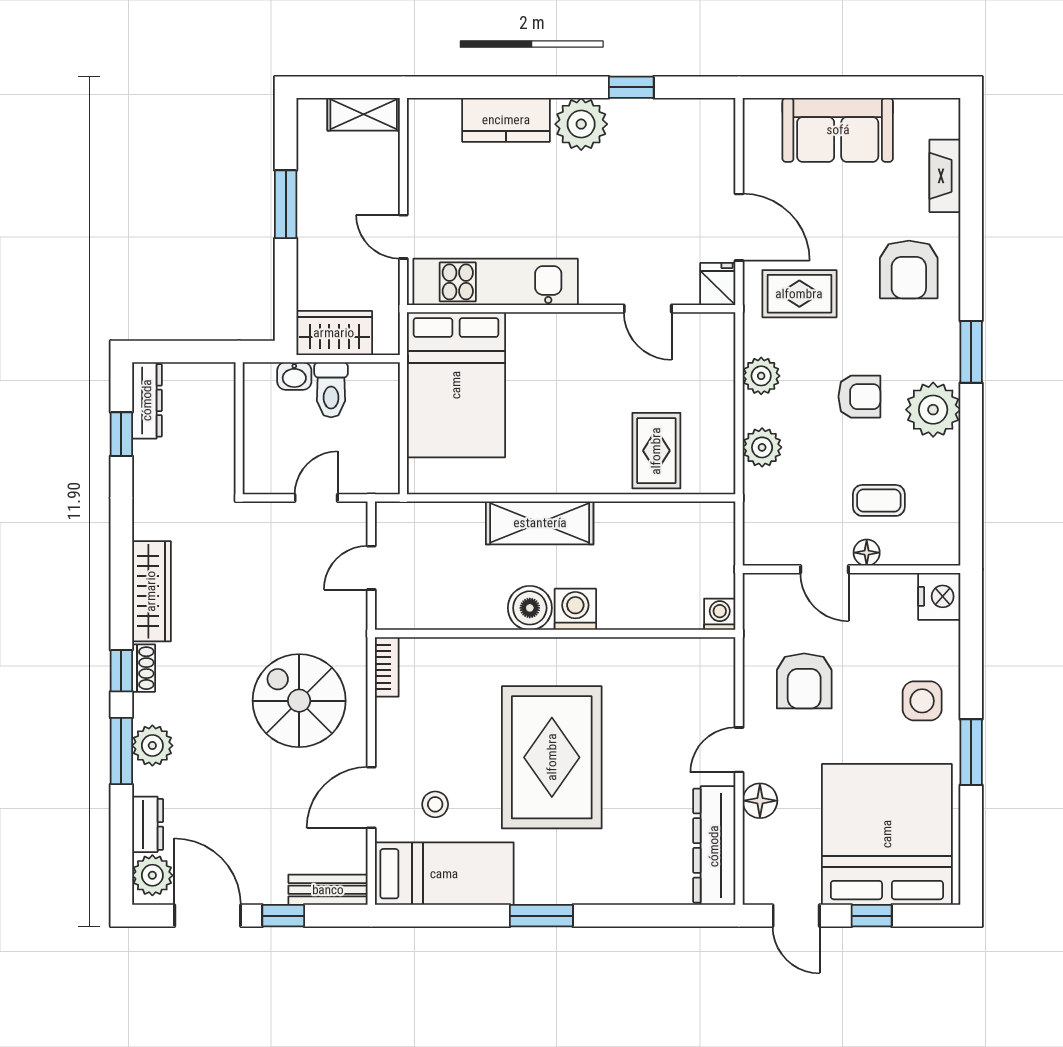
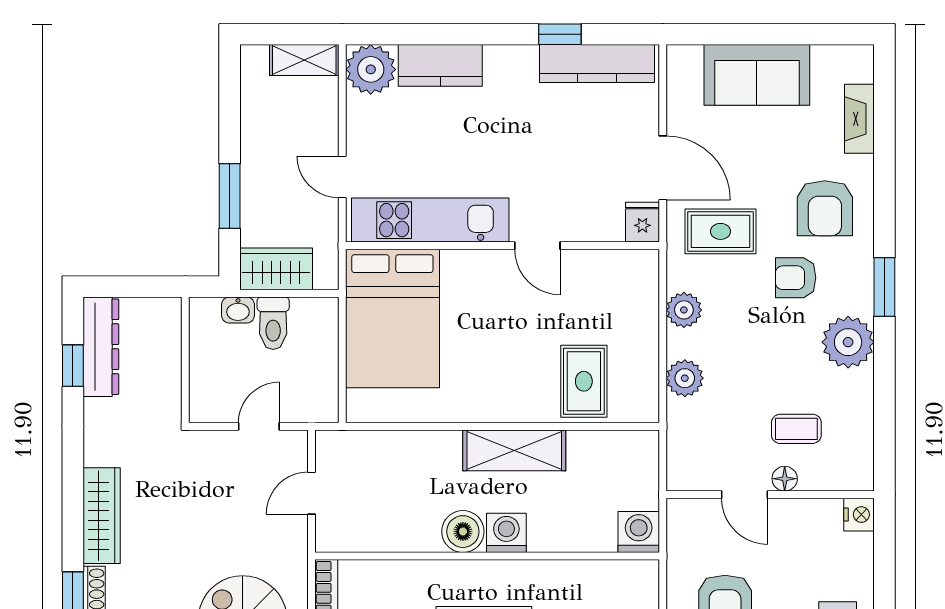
kitchen counter: (670, 118) -> (597, 64), added
plant: (581, 124) -> (371, 69), moved
window: (286, 204) -> (230, 196), moved
door: (648, 309) -> (537, 246), moved
armchair: (859, 397) -> (796, 278), moved, turned 180
dresser: (147, 400) -> (101, 347), width x1.37, depth x1.24
shelving: (540, 523) -> (514, 450), moved
nightstand: (939, 596) -> (859, 515), width x0.74, depth x0.75
washing machine: (720, 614) -> (639, 532), width x1.38, depth x1.38

